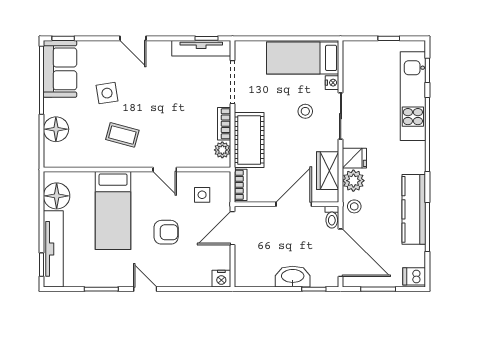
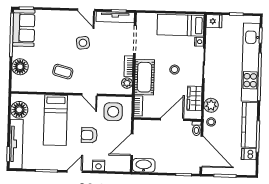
door: (133, 38) -> (86, 10), moved
side table: (107, 93) -> (83, 43), moved
kitchen unit: (413, 96) -> (251, 62), width x1.36
stool: (305, 111) -> (175, 70), moved
fridge: (354, 158) -> (214, 21), moved
side table: (202, 195) -> (113, 112), width x1.87, depth x1.87
door: (232, 228) -> (132, 145), moved
armchair: (166, 232) -> (89, 135), turned 180
dishwasher: (414, 276) -> (249, 154), moved
washbasin: (293, 277) -> (144, 165), moved
nightstand: (221, 279) -> (99, 165), moved
door: (145, 289) -> (75, 172), hinge flipped

